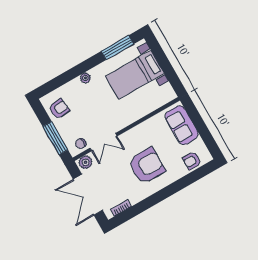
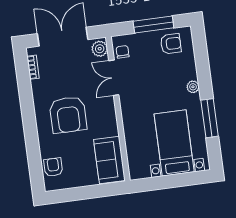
window: (117, 48) -> (210, 118), moved
armchair: (59, 109) -> (171, 44), turned -84
sofa: (182, 125) -> (109, 160), moved, turned -90
window: (55, 138) -> (153, 24), moved

